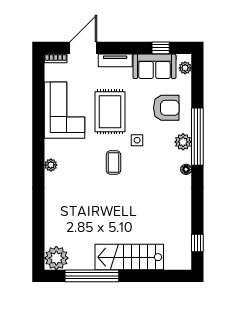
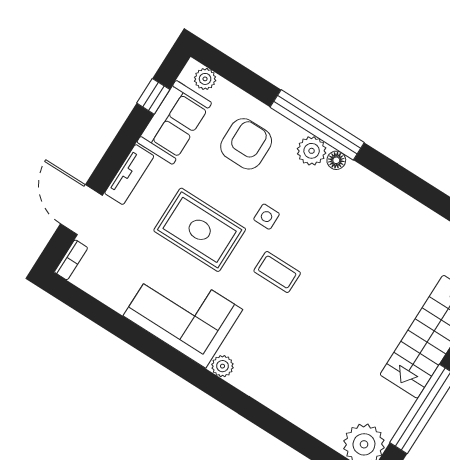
corner sofa: (65, 110) -> (183, 313), moved
floor lamp: (186, 169) -> (336, 160), moved

